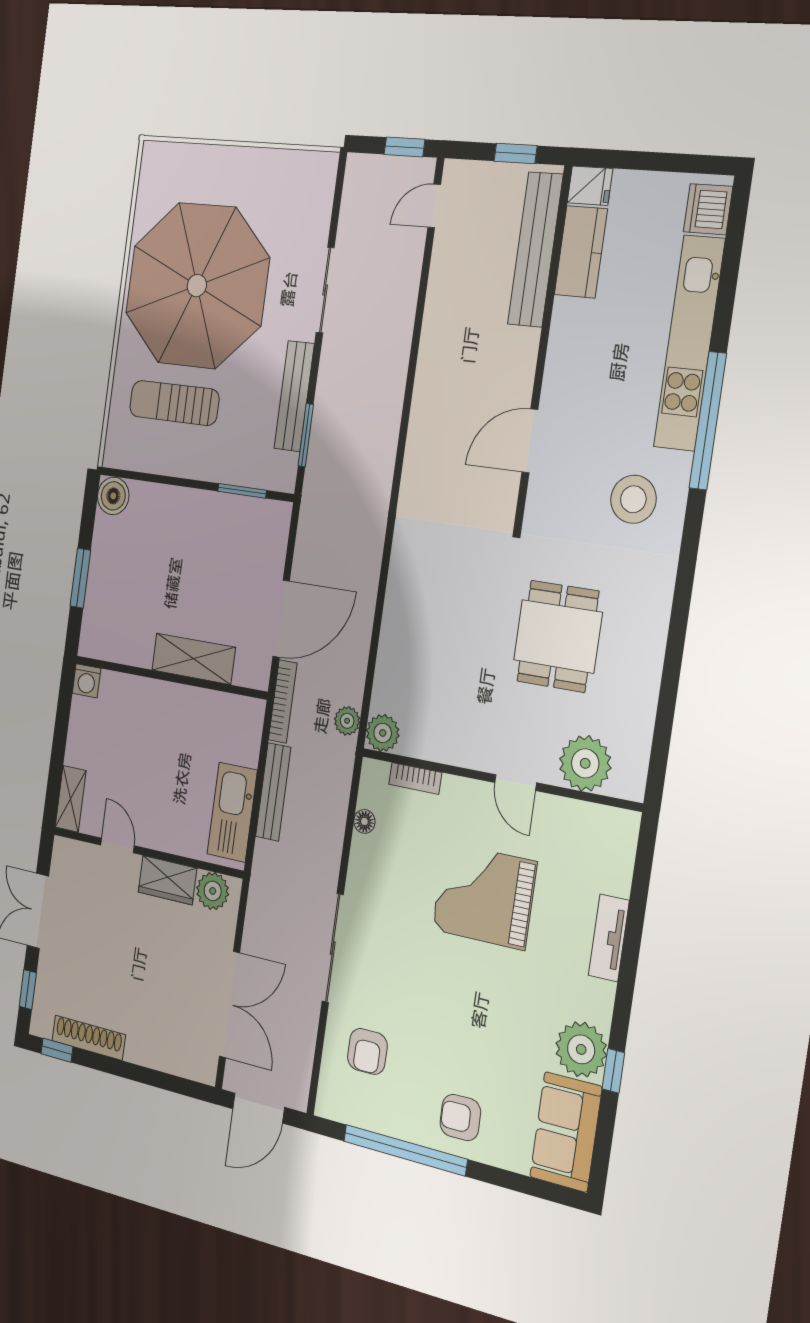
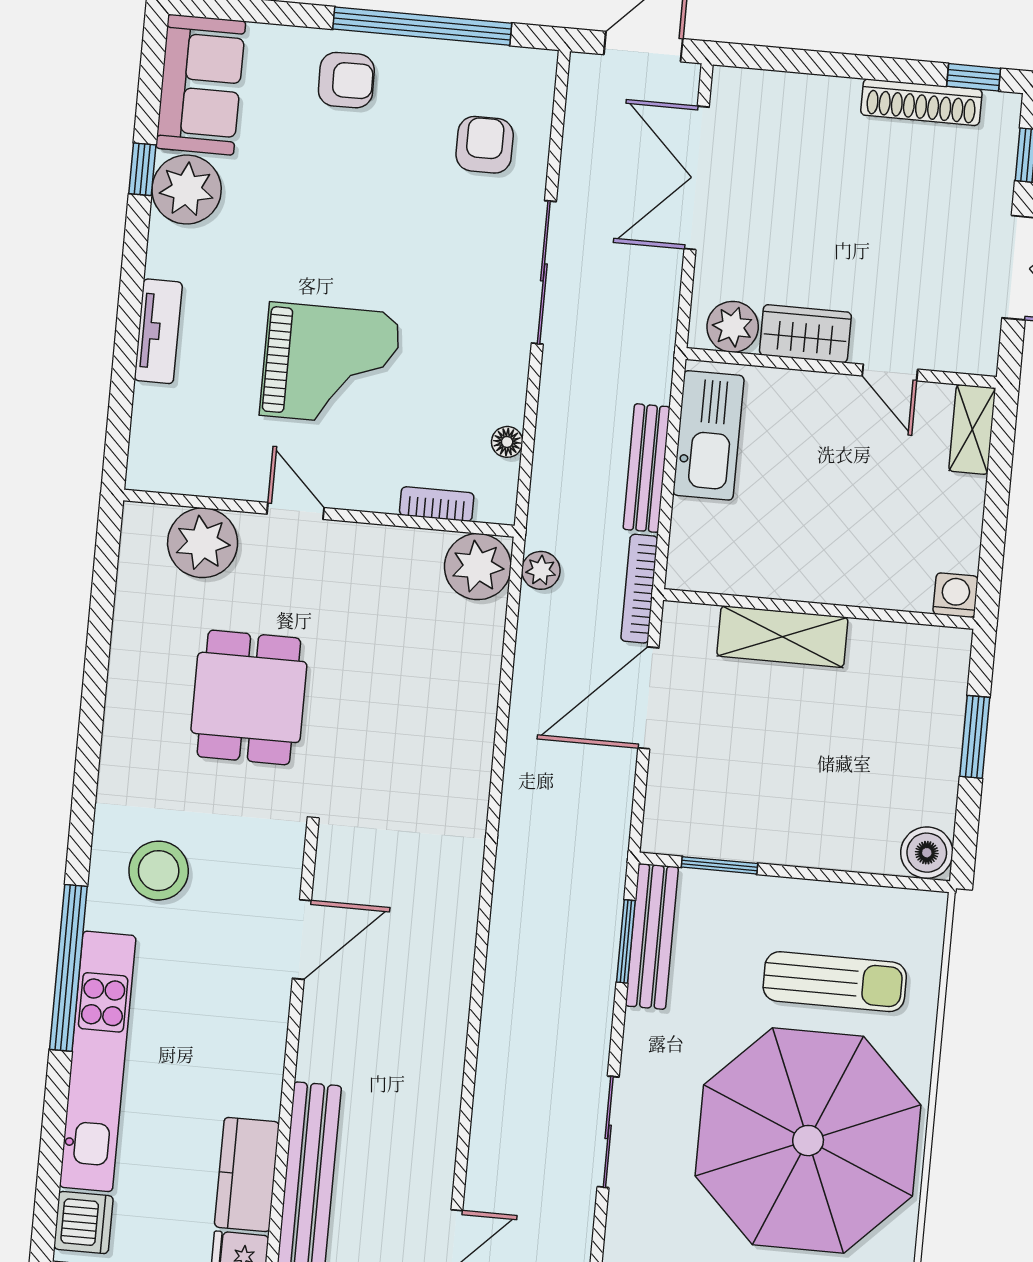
bench: (294, 396) -> (652, 936), moved
plant: (383, 733) -> (478, 567), width x1.36, depth x1.36

